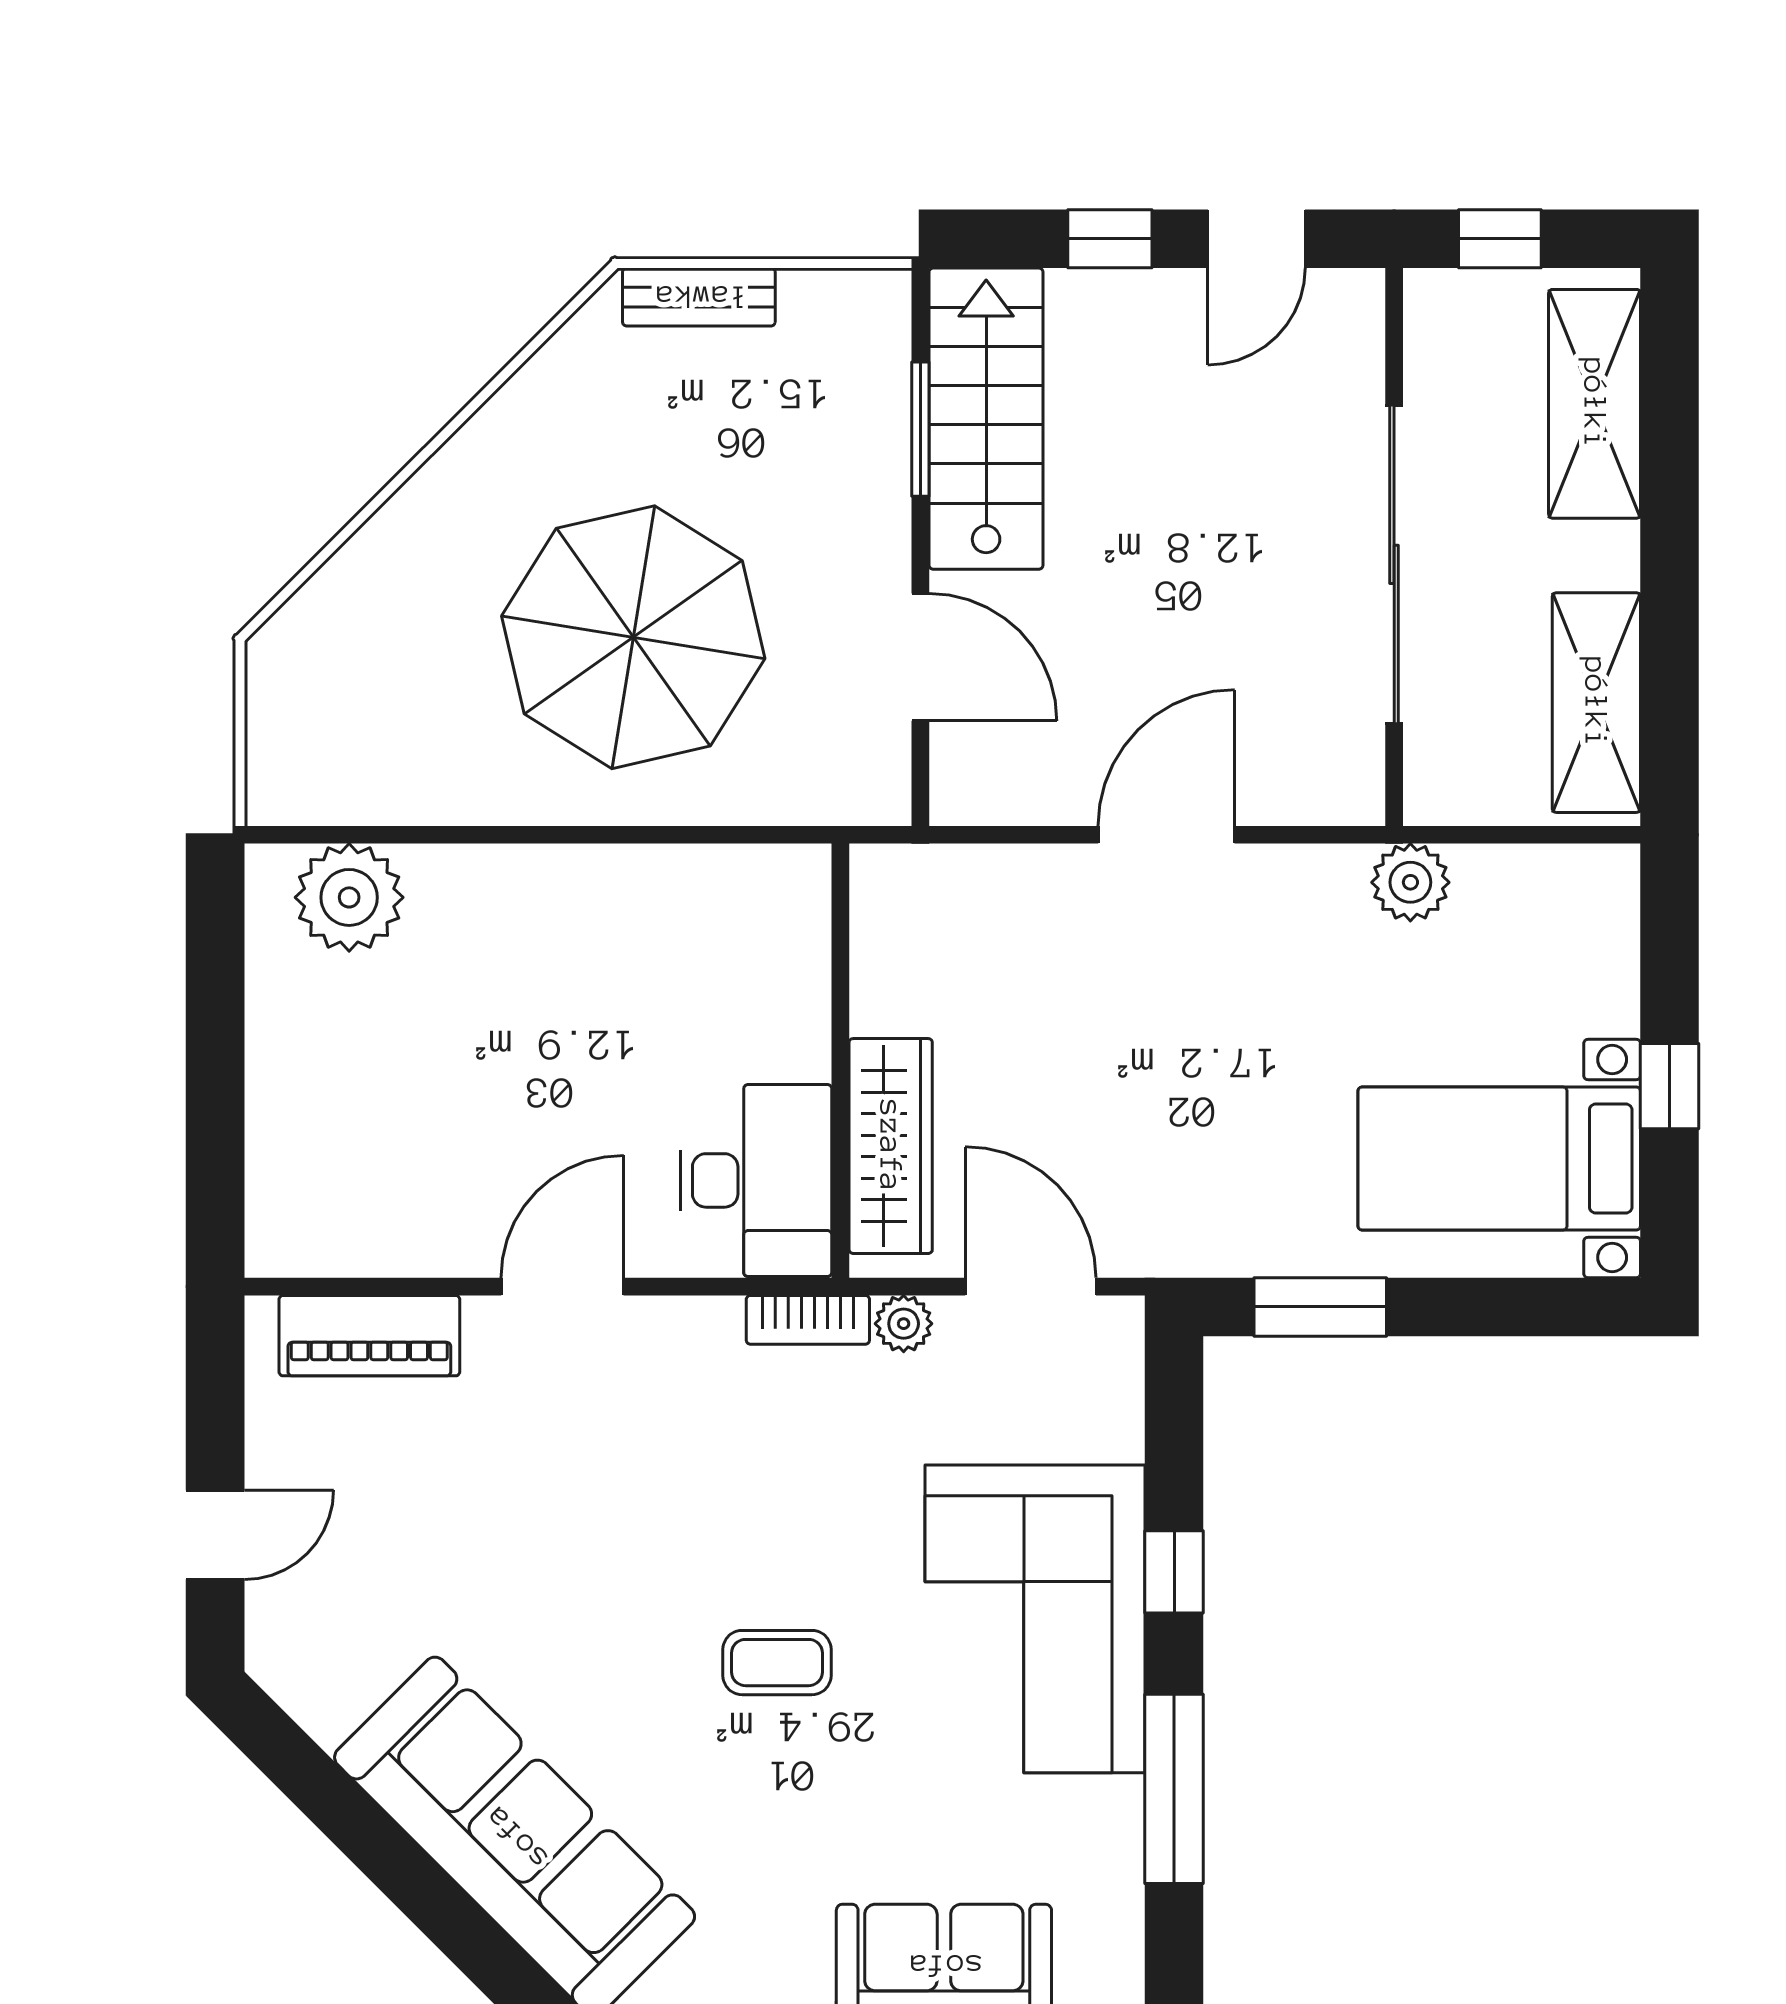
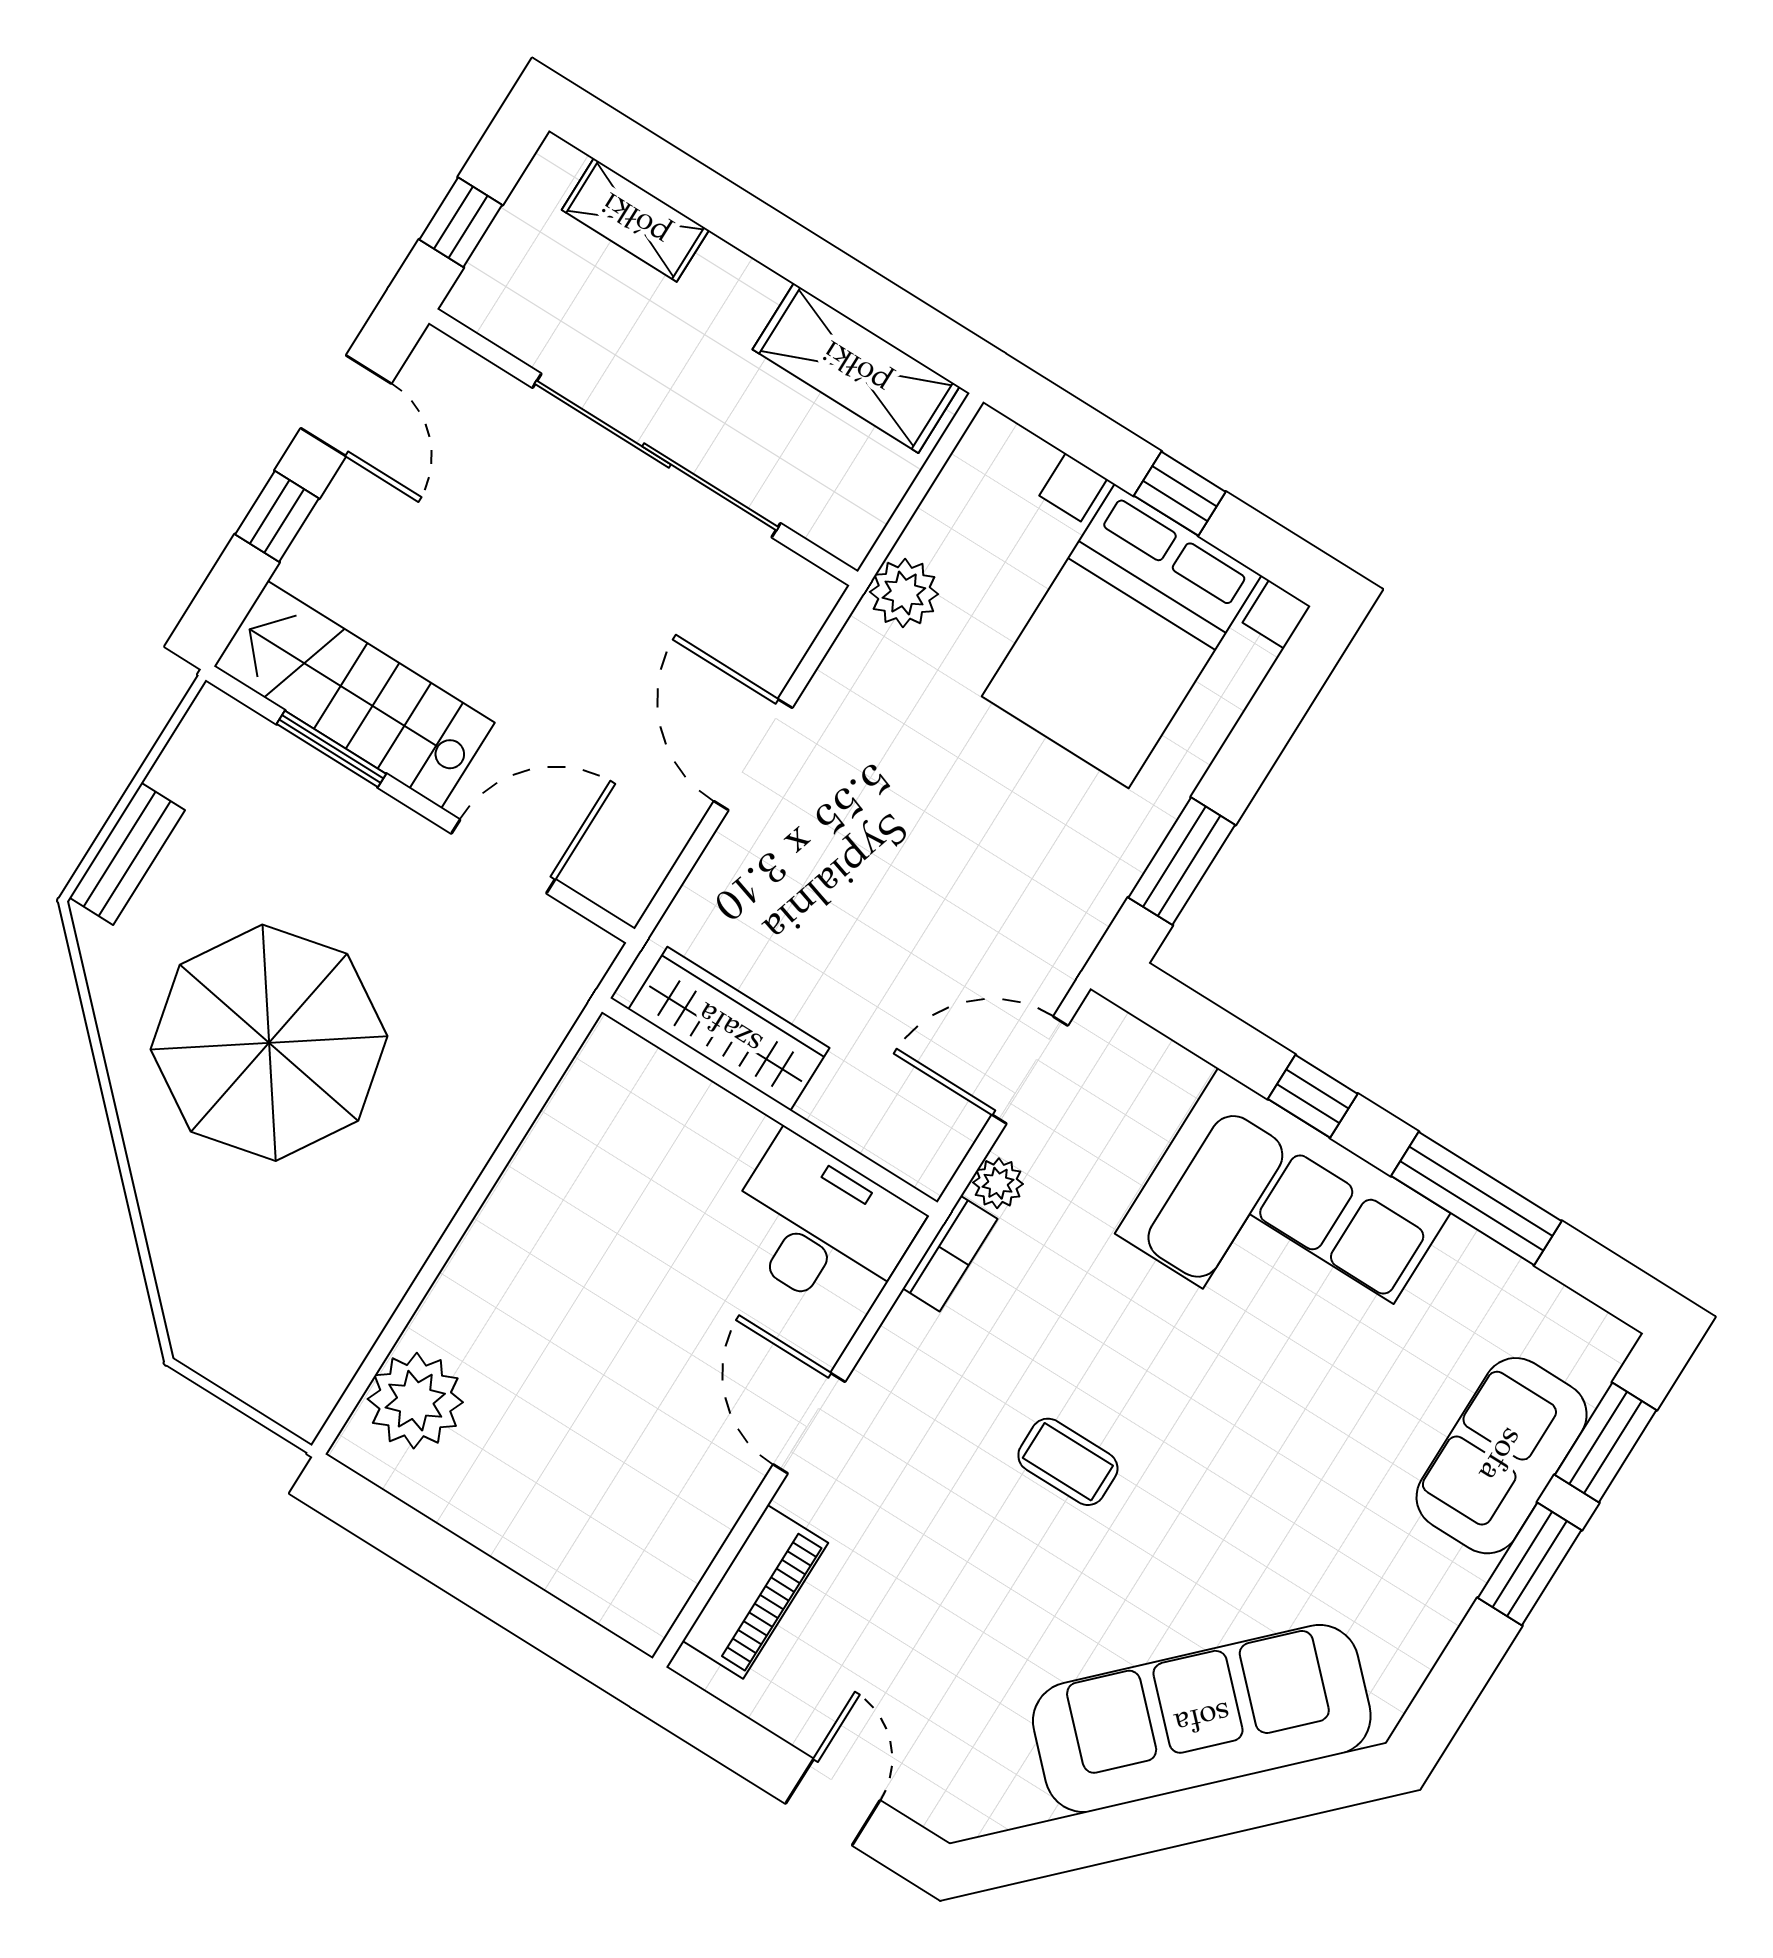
shelving: (1595, 404) -> (635, 220), width x0.67, depth x0.75
parasol: (633, 637) -> (269, 1043), moved
wardrobe: (891, 1146) -> (729, 1029), moved
bed with nightstands: (1499, 1158) -> (1122, 636), width x1.36
coffee table: (777, 1663) -> (1068, 1462), moved, turned 90

